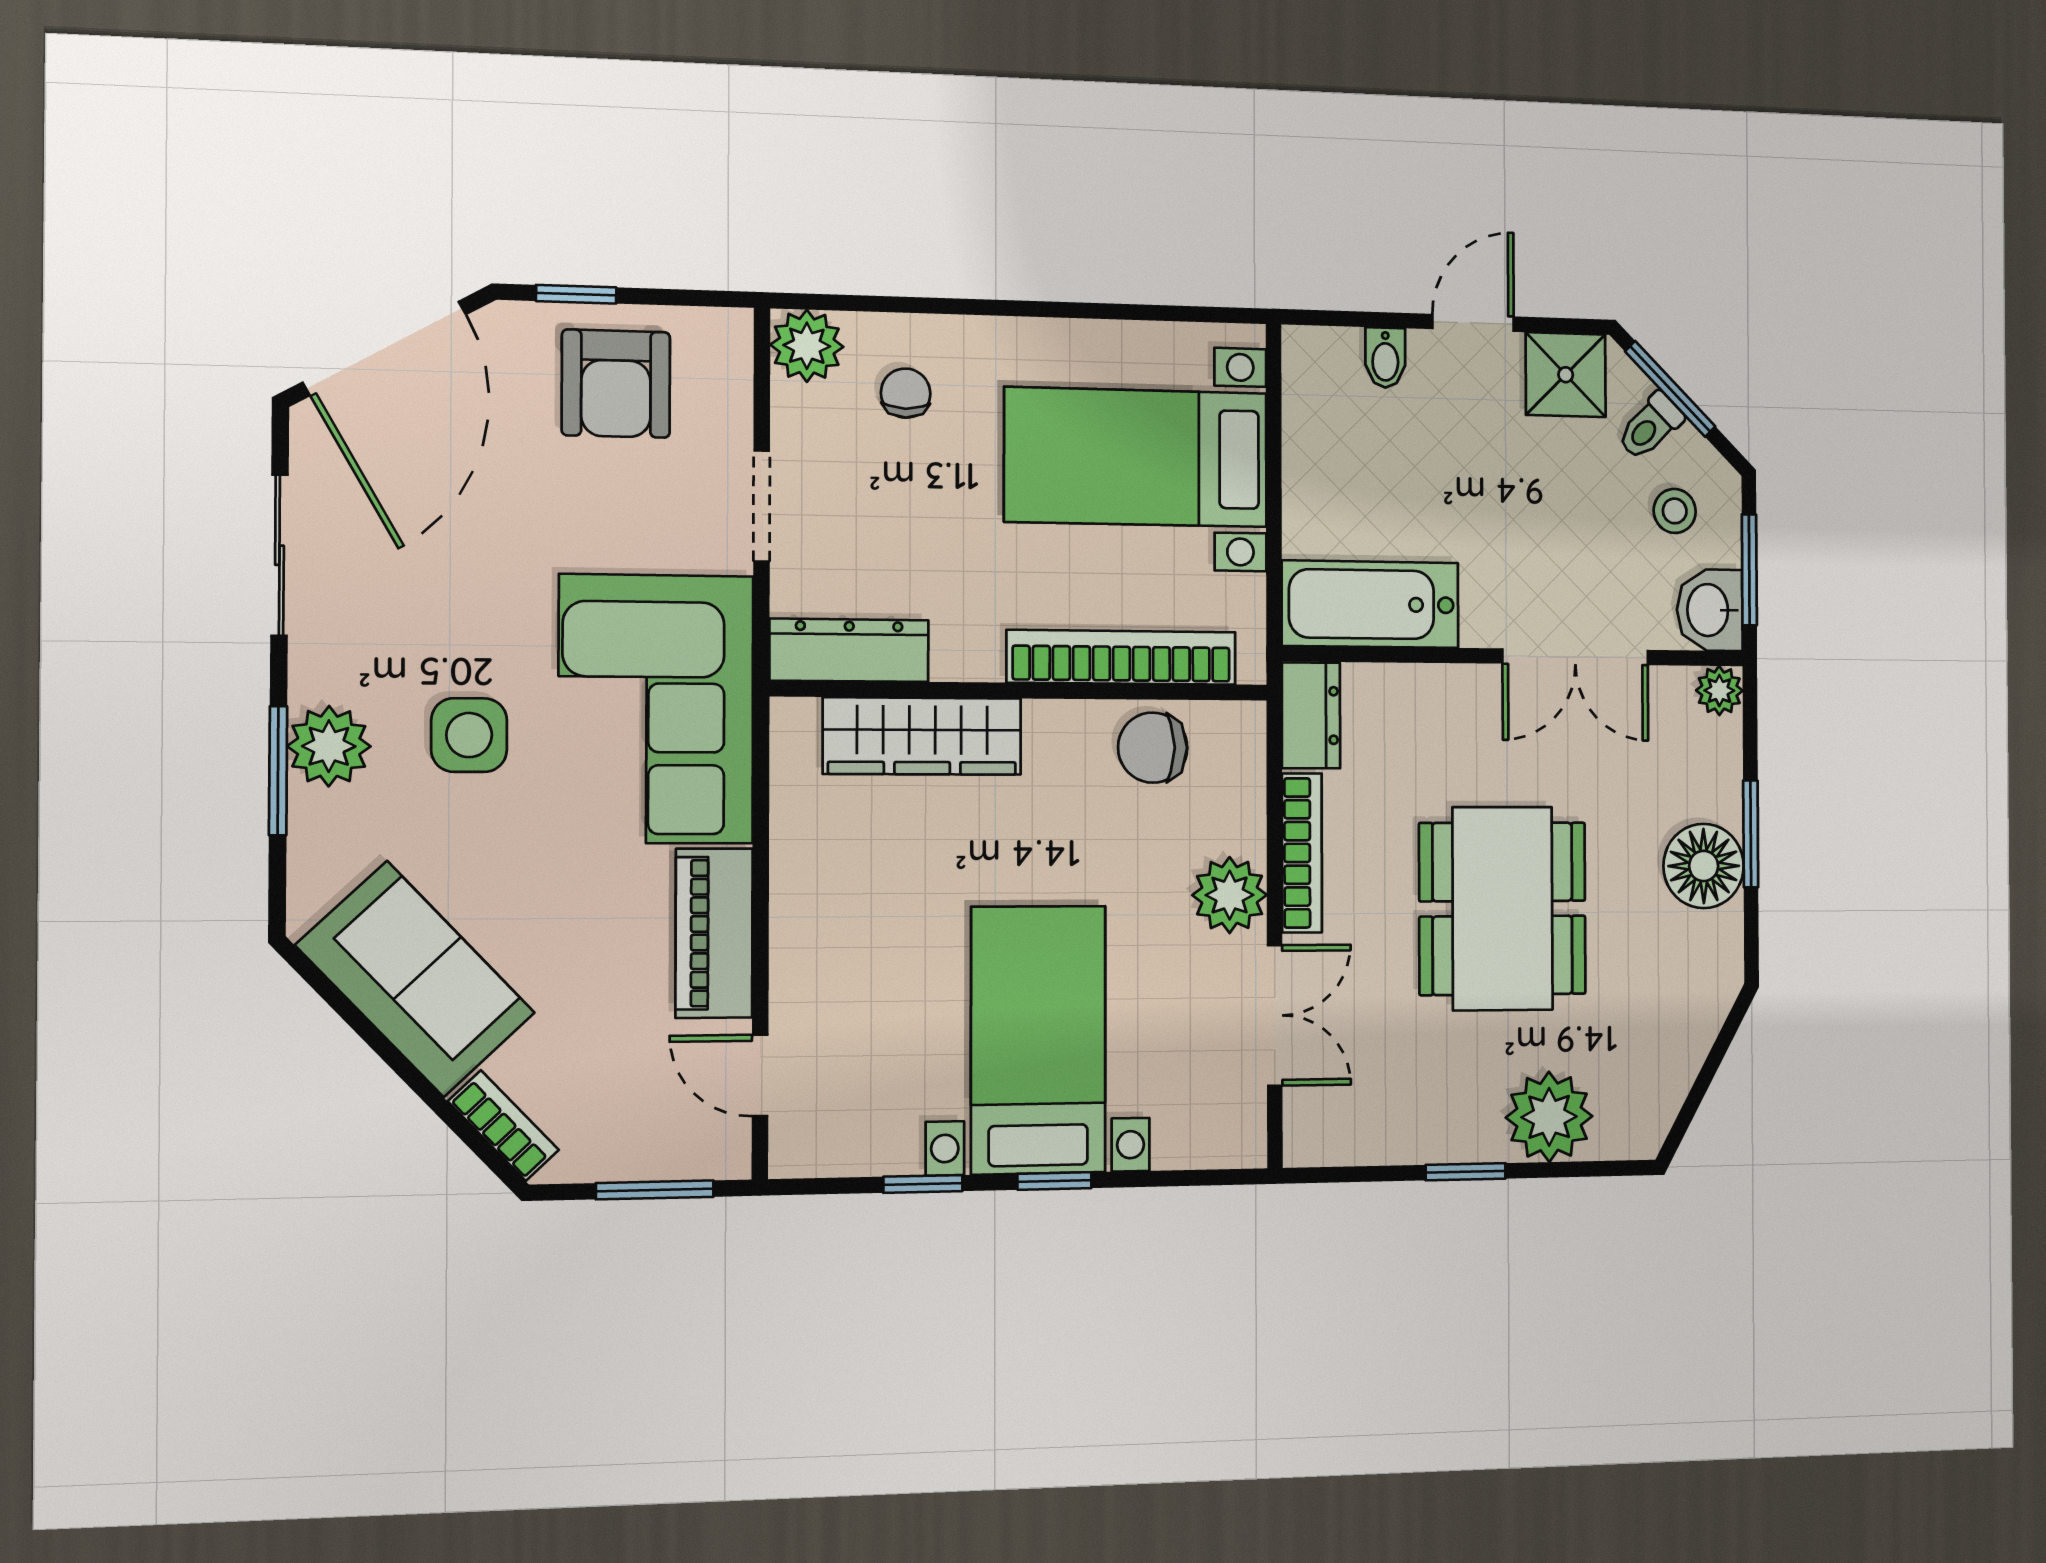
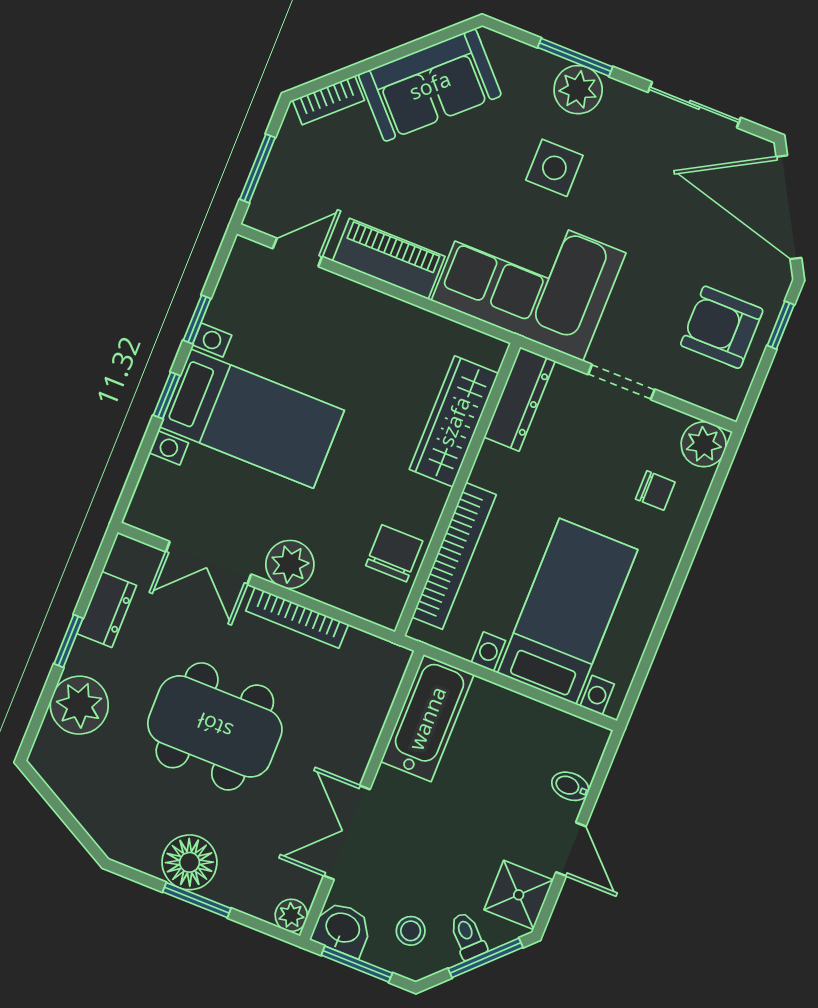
dresser: (1311, 715) -> (107, 609), moved, turned -90

